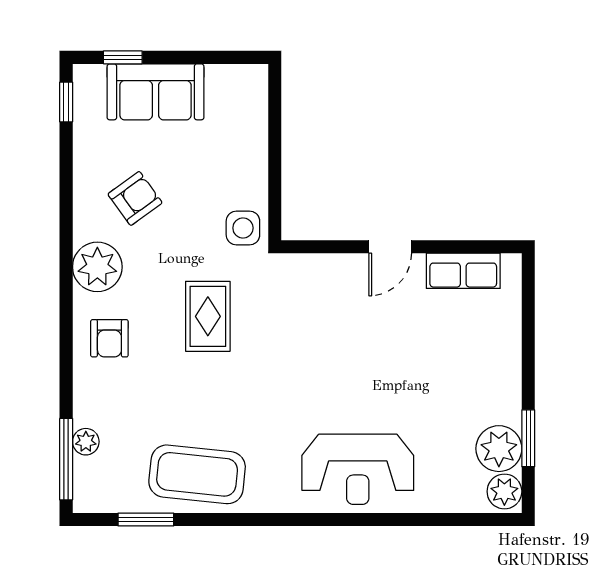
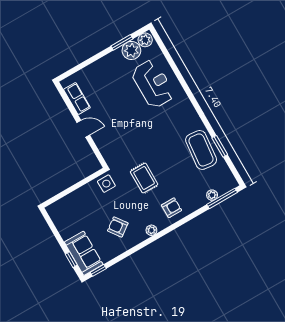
sofa: (155, 92) -> (84, 253), moved
plant: (97, 267) -> (151, 230), width x0.53, depth x0.53
rug: (208, 316) -> (144, 178), turned 90
reception desk: (358, 469) -> (153, 84), moved
window: (146, 520) -> (220, 146), moved

